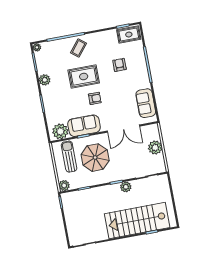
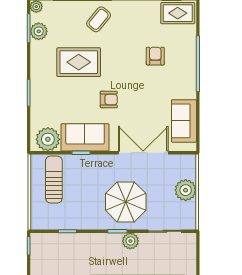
rug: (84, 76) -> (79, 62), moved
plant: (45, 80) -> (39, 31), moved
double door: (123, 129) -> (143, 153), swing flipped
parasol: (95, 158) -> (126, 202), moved
plant: (64, 186) -> (38, 222), removed

